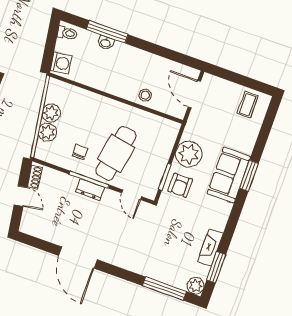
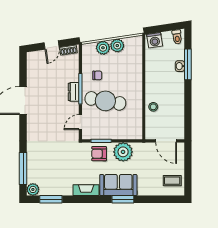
door: (194, 94) -> (166, 141), swing flipped
fireplace: (210, 248) -> (86, 190), moved

